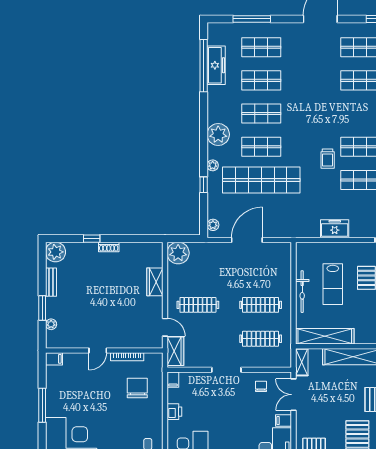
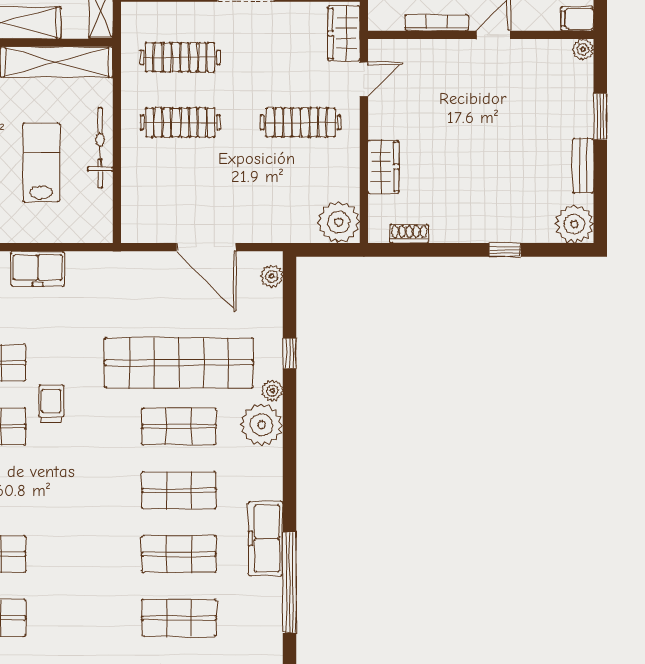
freezer: (216, 65) -> (266, 539), moved
plant: (218, 134) -> (262, 425), moved
door: (247, 240) -> (206, 247), hinge flipped
shoe rack: (109, 247) -> (409, 234), moved
plant: (51, 324) -> (583, 49), moved
door: (165, 327) -> (364, 79), swing flipped

